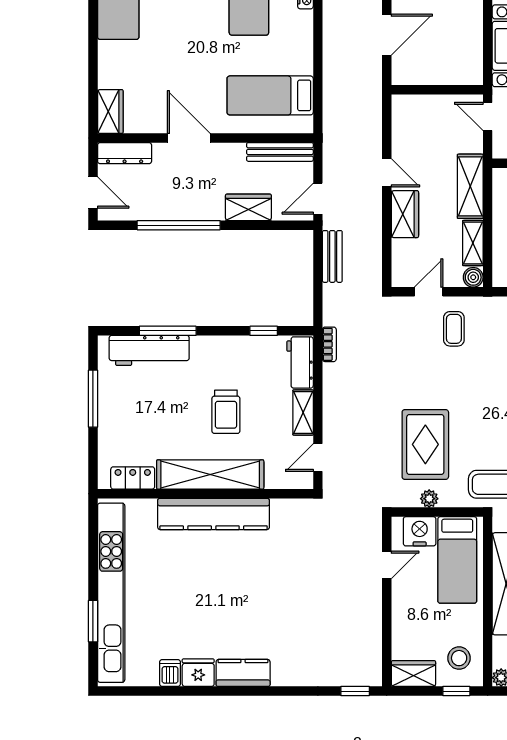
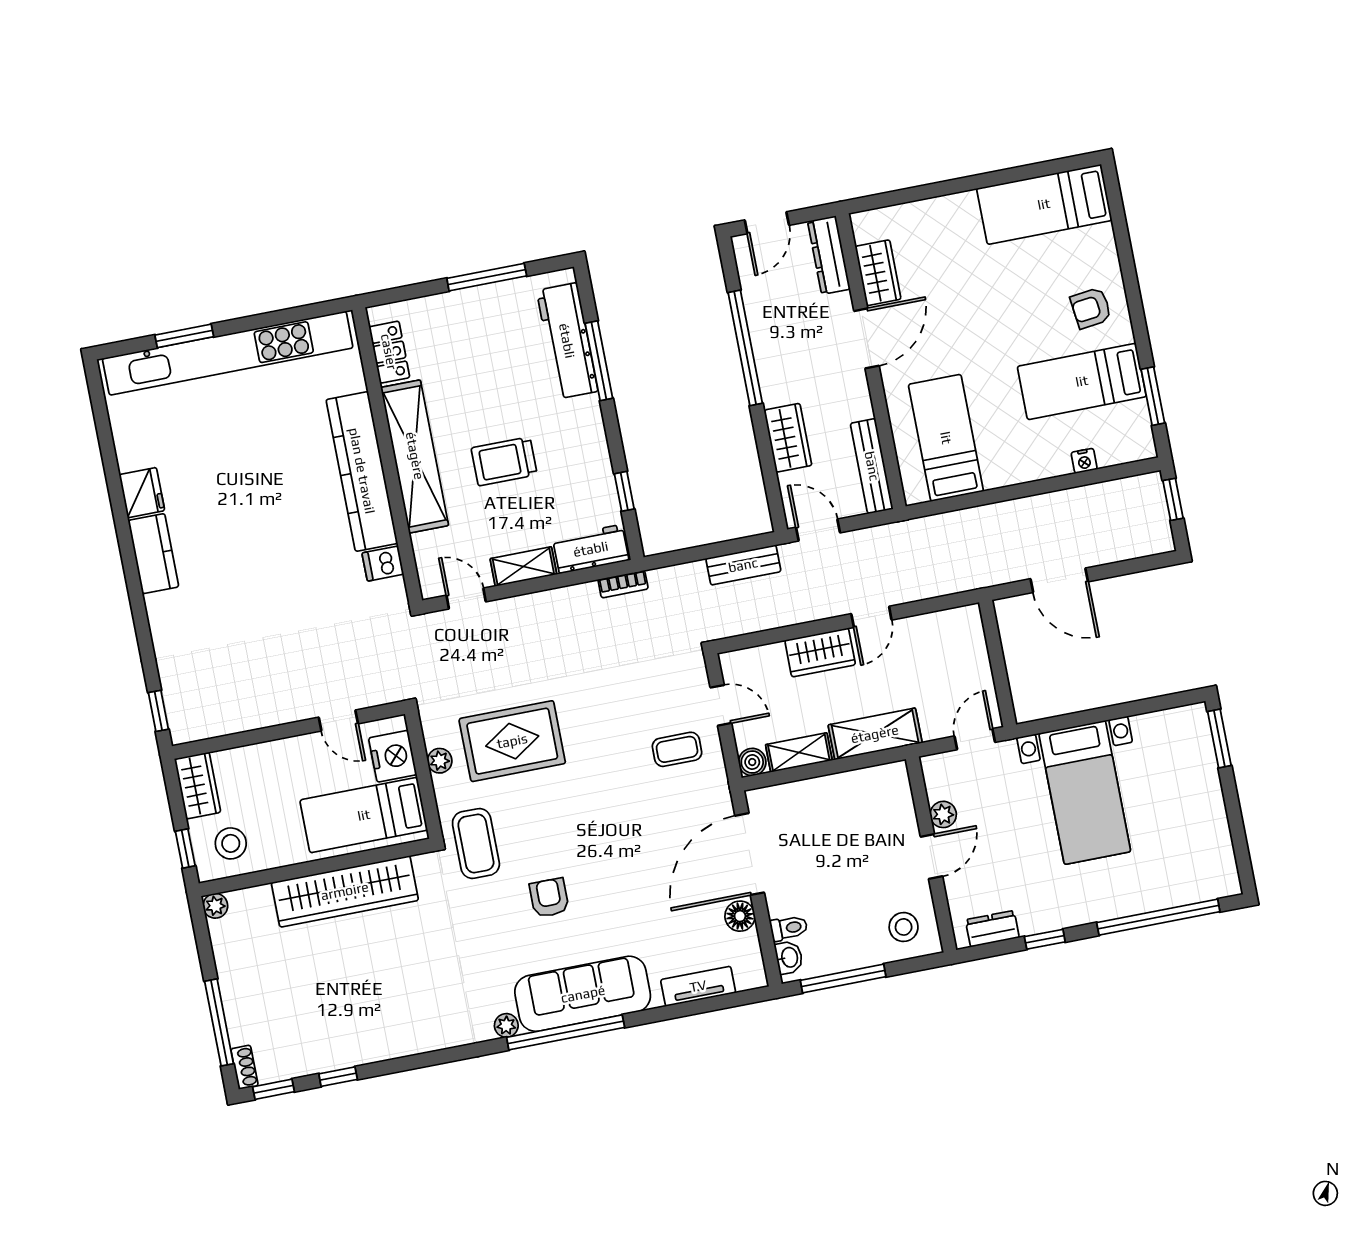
wardrobe: (110, 111) -> (878, 273), moved, turned -90
dishwasher: (170, 673) -> (383, 564), moved, turned 180

